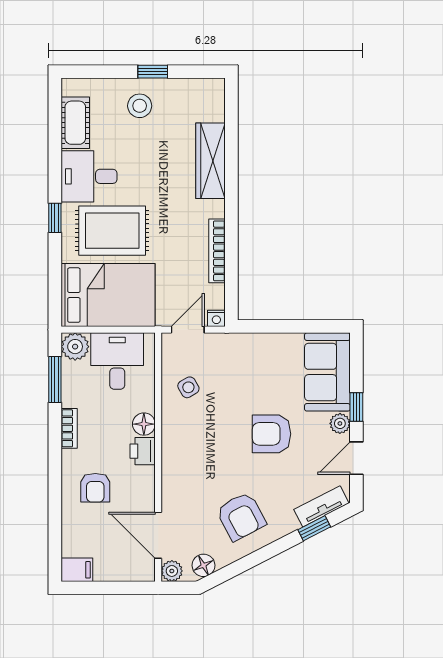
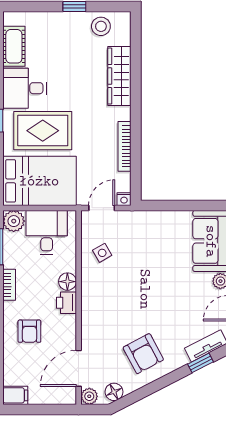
stool: (140, 106) -> (101, 26), moved
armchair: (271, 434) -> (167, 289), removed
door: (158, 535) -> (79, 368), hinge flipped

